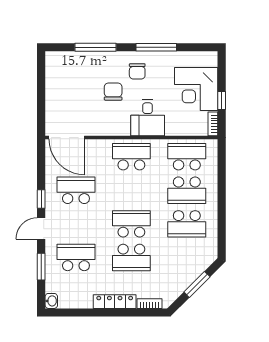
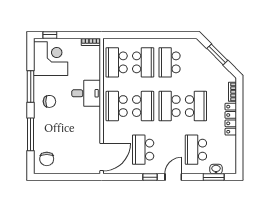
corner desk: (196, 89) -> (51, 59), moved, turned -90
chair: (113, 92) -> (47, 159), moved, turned -90
window: (222, 101) -> (50, 35), moved
school desk: (131, 190) -> (143, 106), added
school desk: (187, 224) -> (170, 62), turned 180
door: (41, 228) -> (173, 177), swing flipped
window: (41, 267) -> (214, 177), moved
washbasin: (51, 301) -> (216, 169), moved

